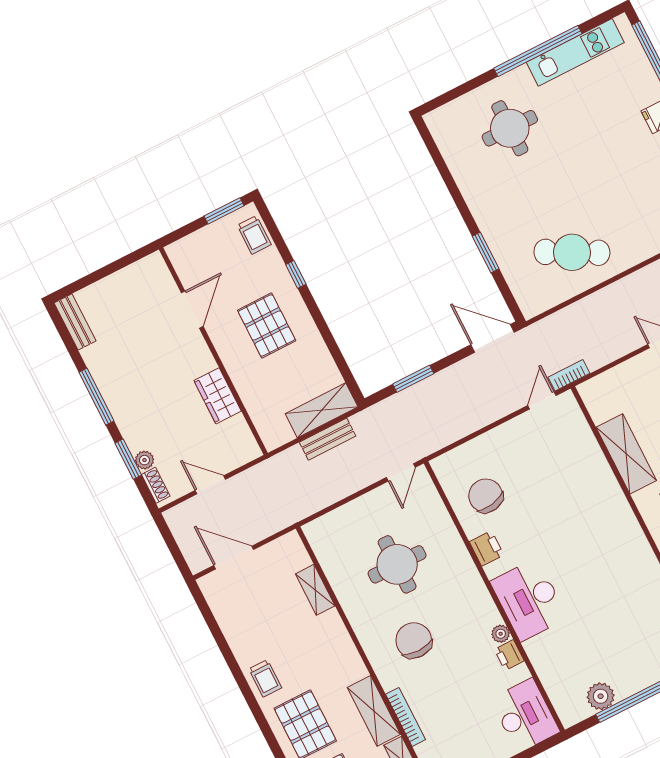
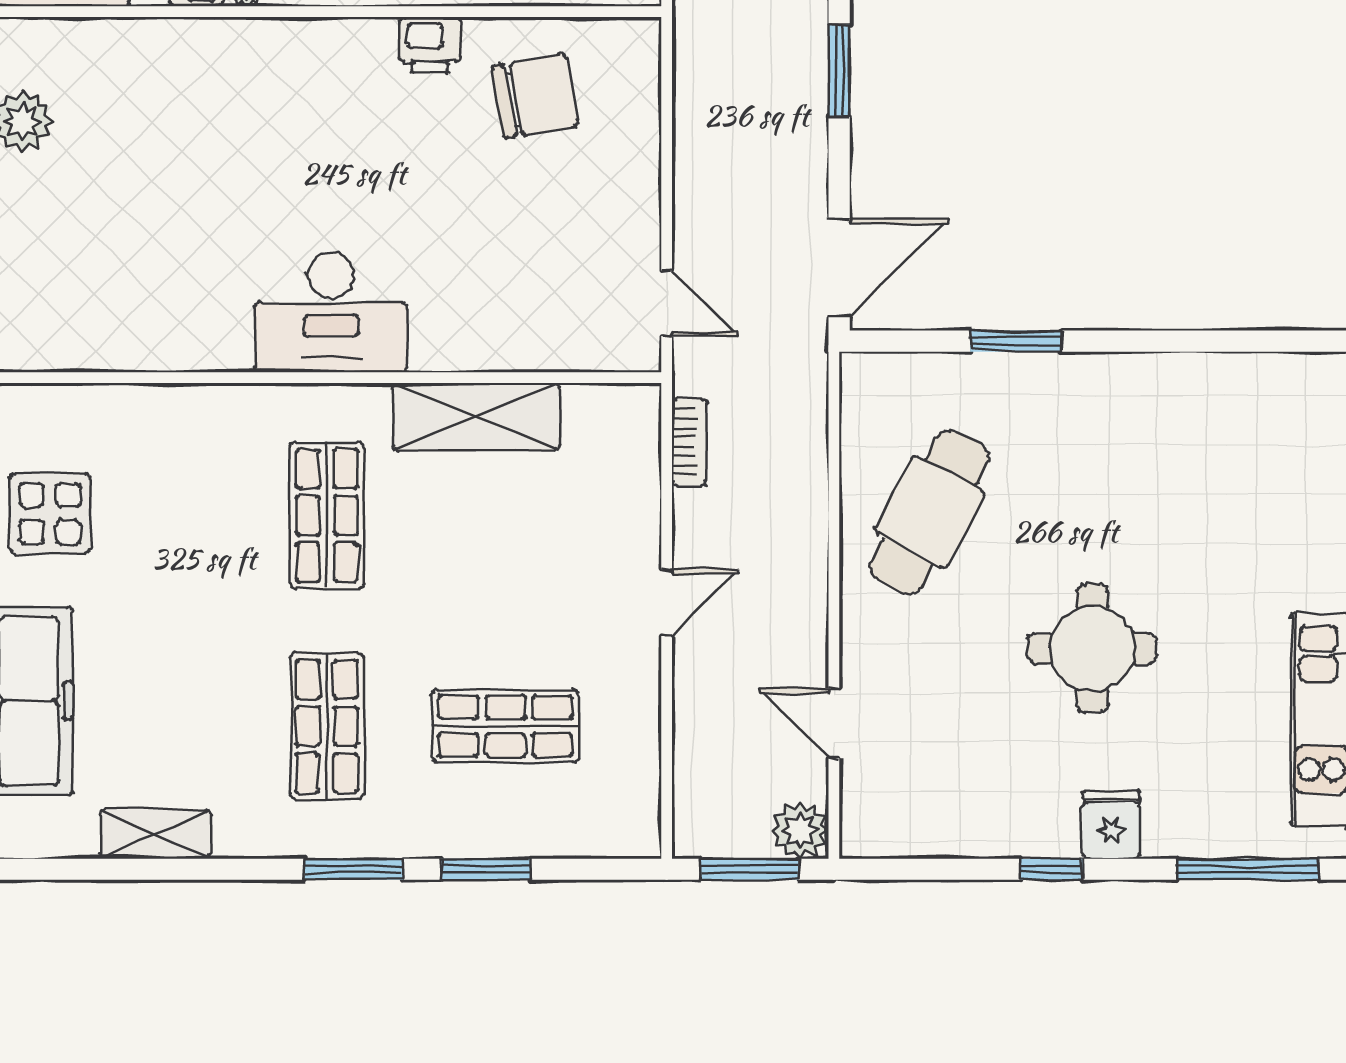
round table: (510, 128) -> (1092, 648), moved
bookcase: (569, 375) -> (689, 442), moved
desk: (529, 600) -> (331, 312), moved, turned 180

